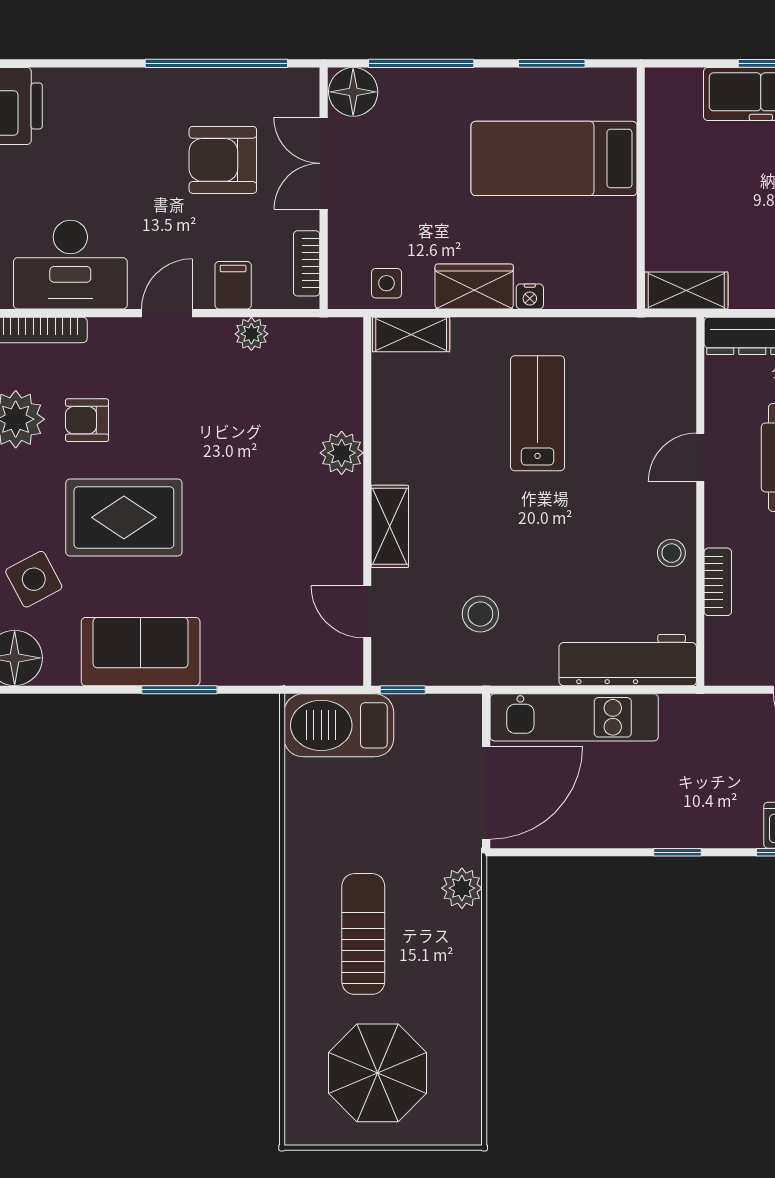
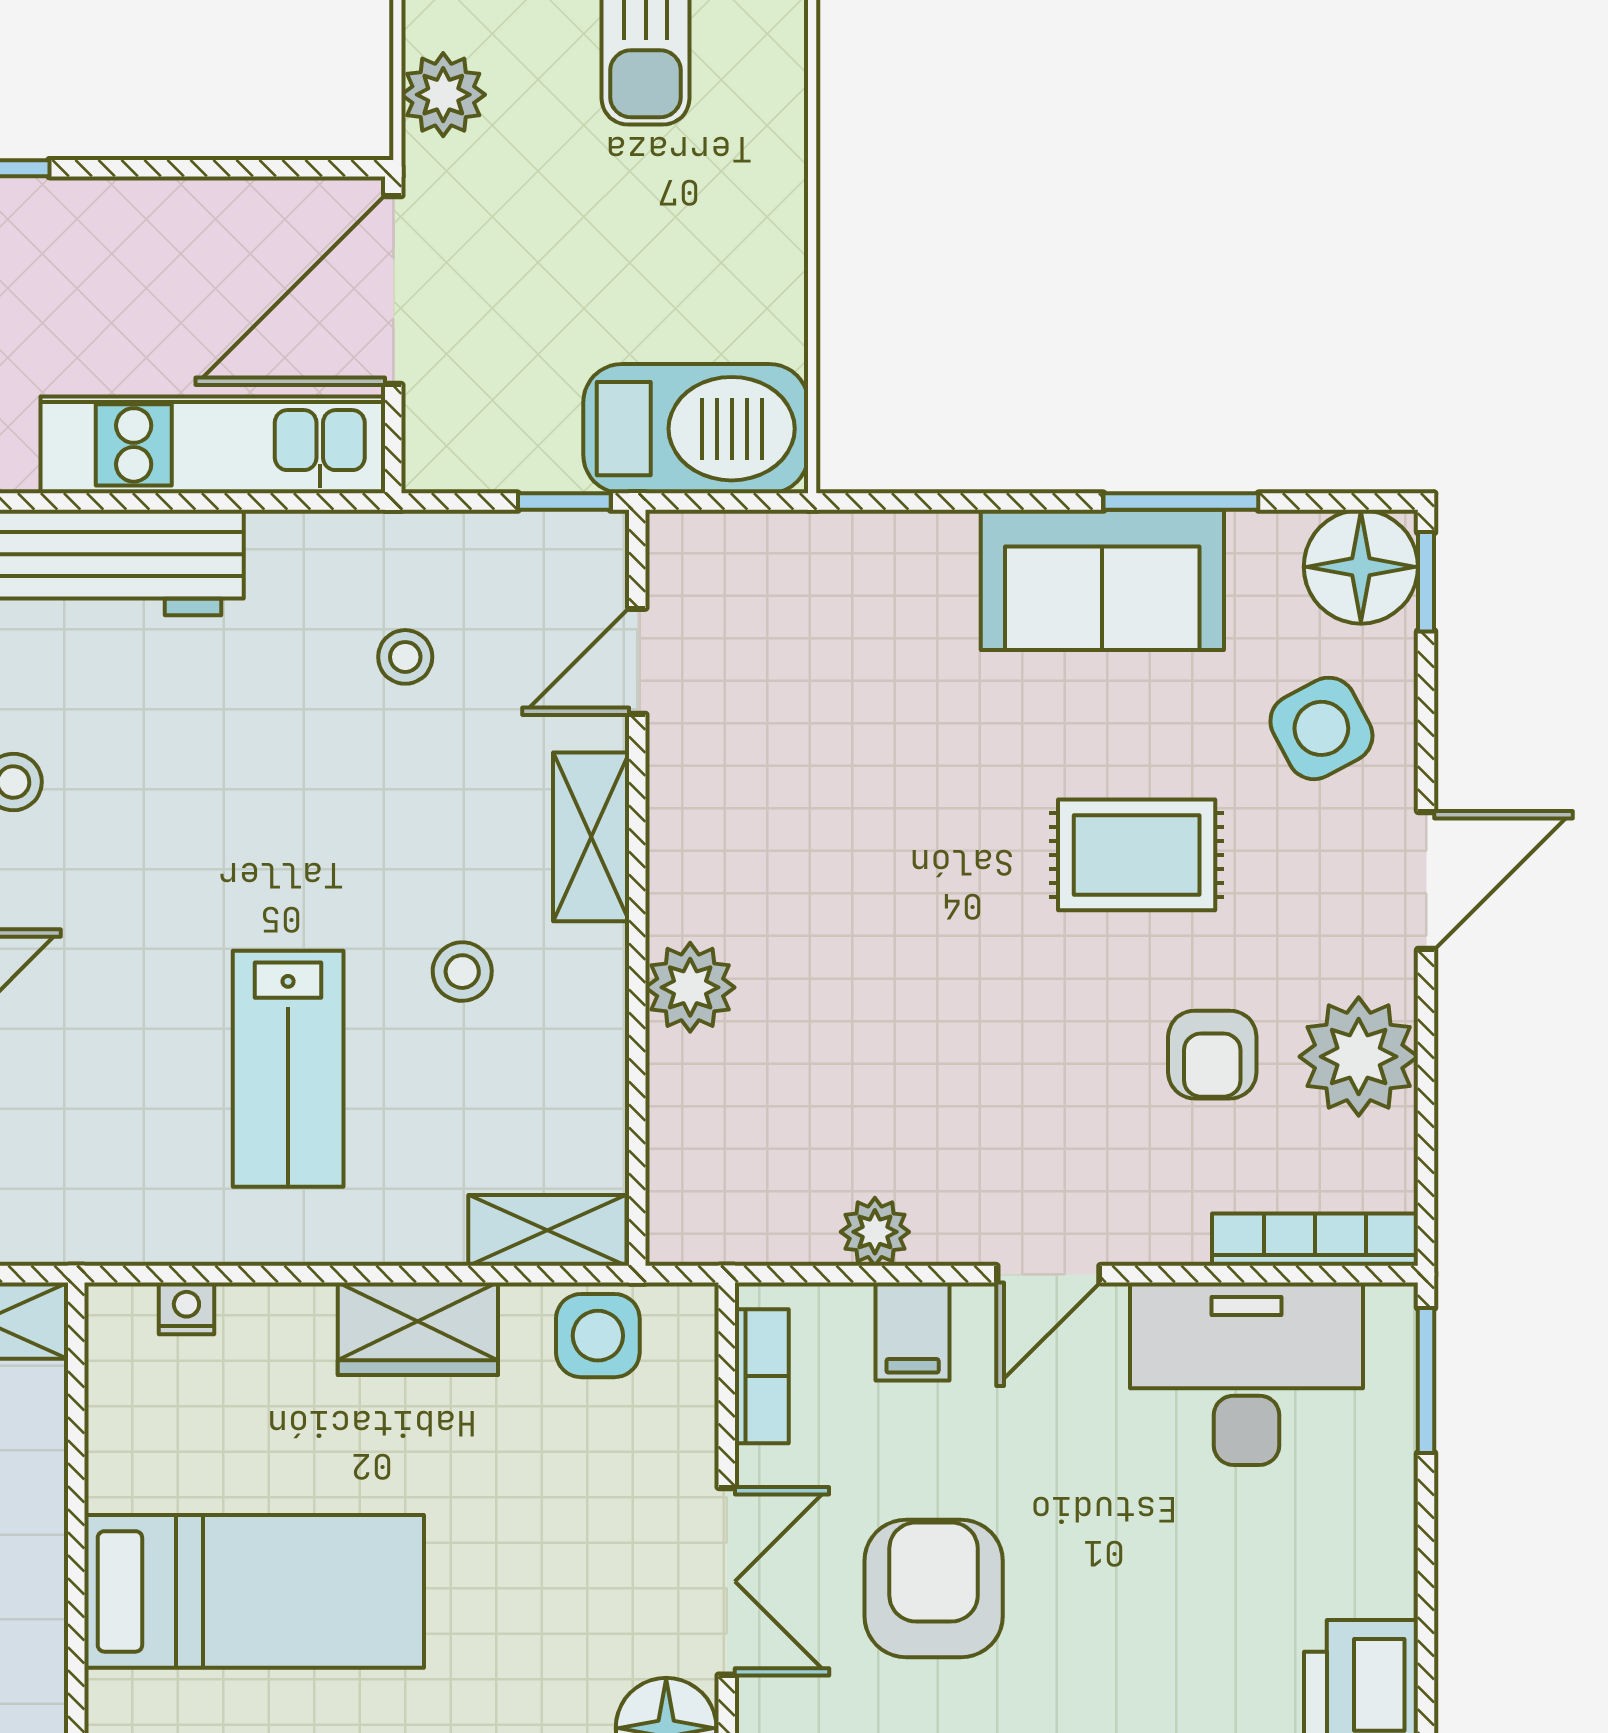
armchair: (223, 160) -> (934, 1588), turned -90
side table: (386, 283) -> (598, 1336), width x1.37, depth x1.37
nightstand: (530, 296) -> (186, 1308), moved
armchair: (87, 420) -> (1212, 1055), turned 90
stool: (453, 461) -> (462, 972), added
rug: (124, 517) -> (1137, 855), width x0.73, depth x0.70
door: (367, 612) -> (637, 661), swing flipped
stool: (480, 614) -> (405, 657), width x0.73, depth x0.73
window: (179, 690) -> (1181, 502), moved

